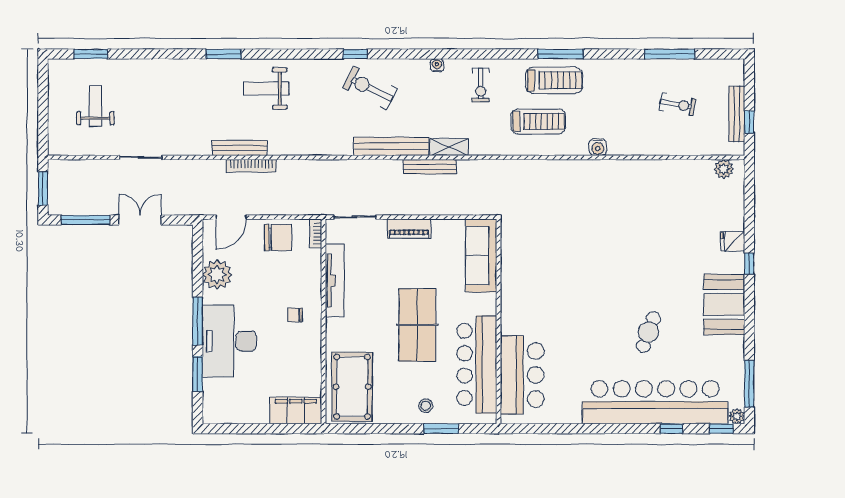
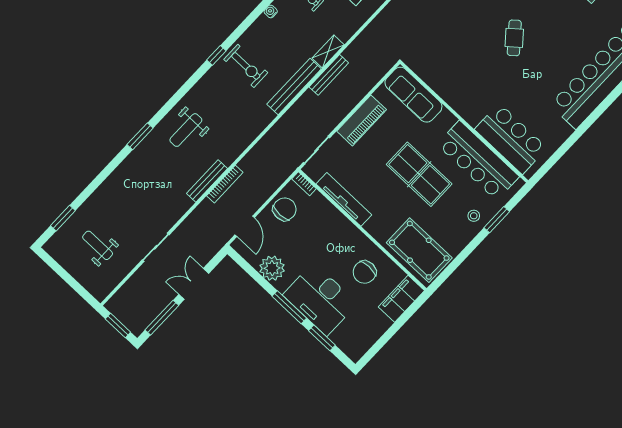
exercise bike: (370, 88) -> (246, 66), turned -117
piano: (409, 229) -> (362, 120), width x1.37, depth x1.33
chair: (295, 315) -> (365, 272), moved, width x1.87, depth x1.87
cafe table: (648, 332) -> (514, 38), moved, turned 30

